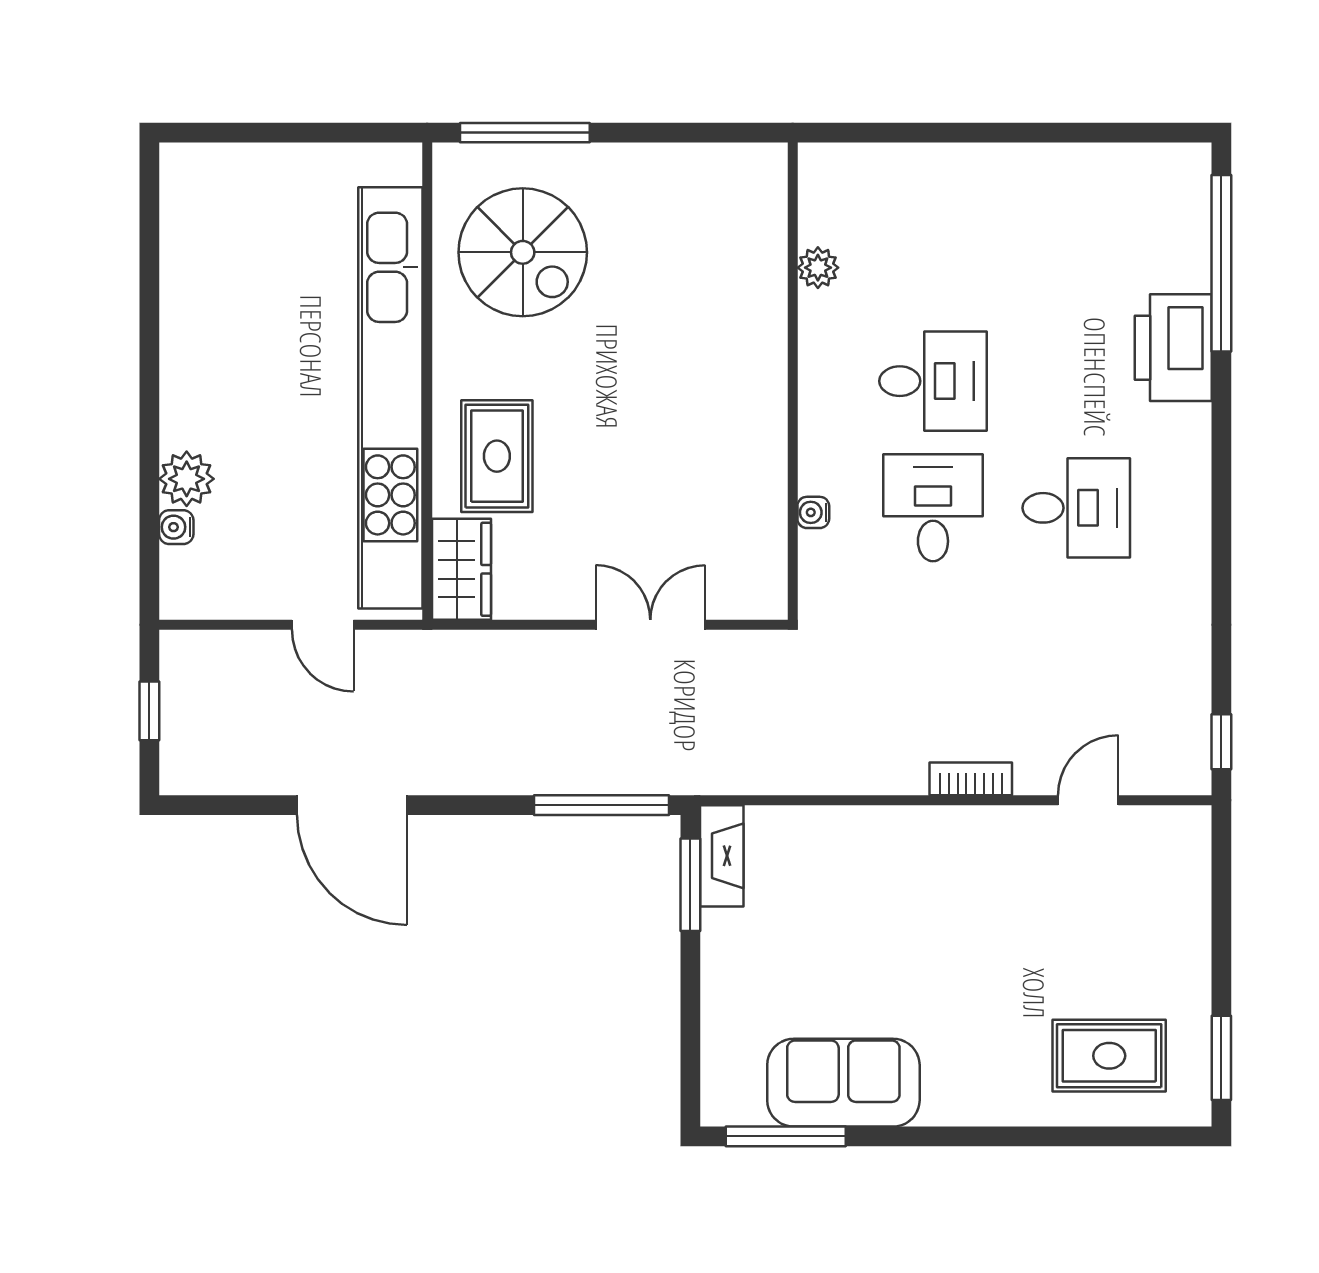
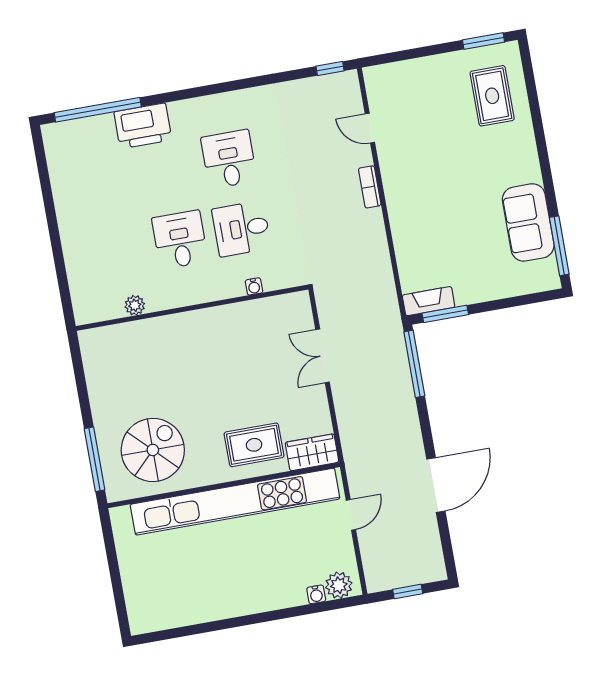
plant: (187, 479) -> (339, 585), moved

